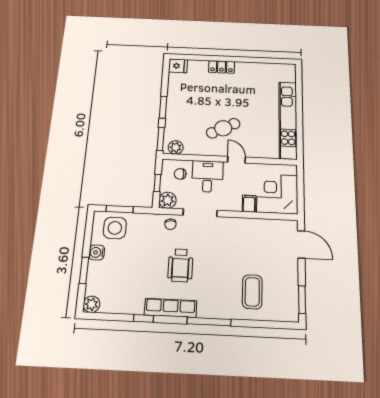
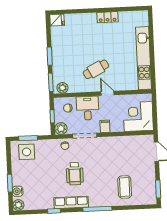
locker: (222, 67) -> (107, 17), moved
filing cabinet: (249, 204) -> (105, 126), moved
water cooler: (97, 252) -> (18, 191), moved

